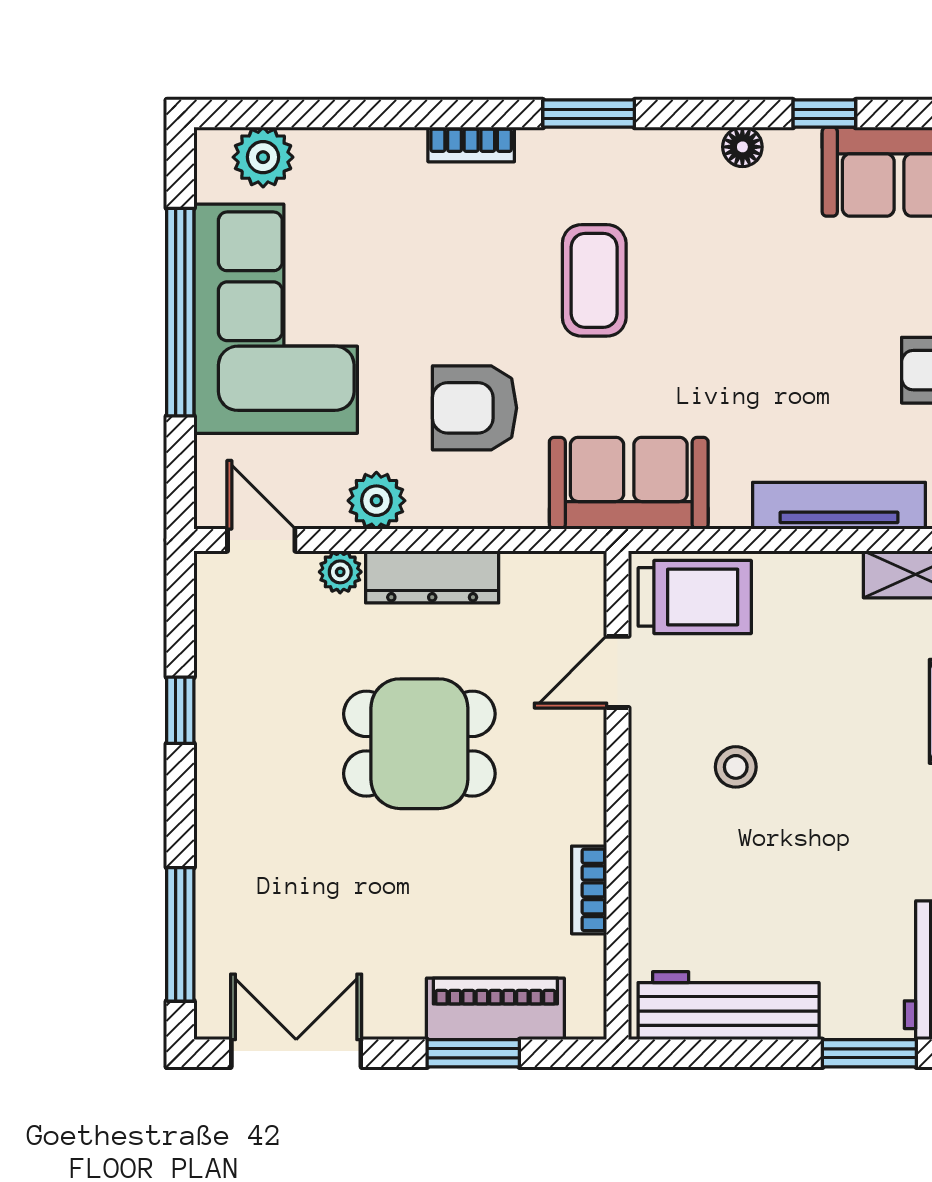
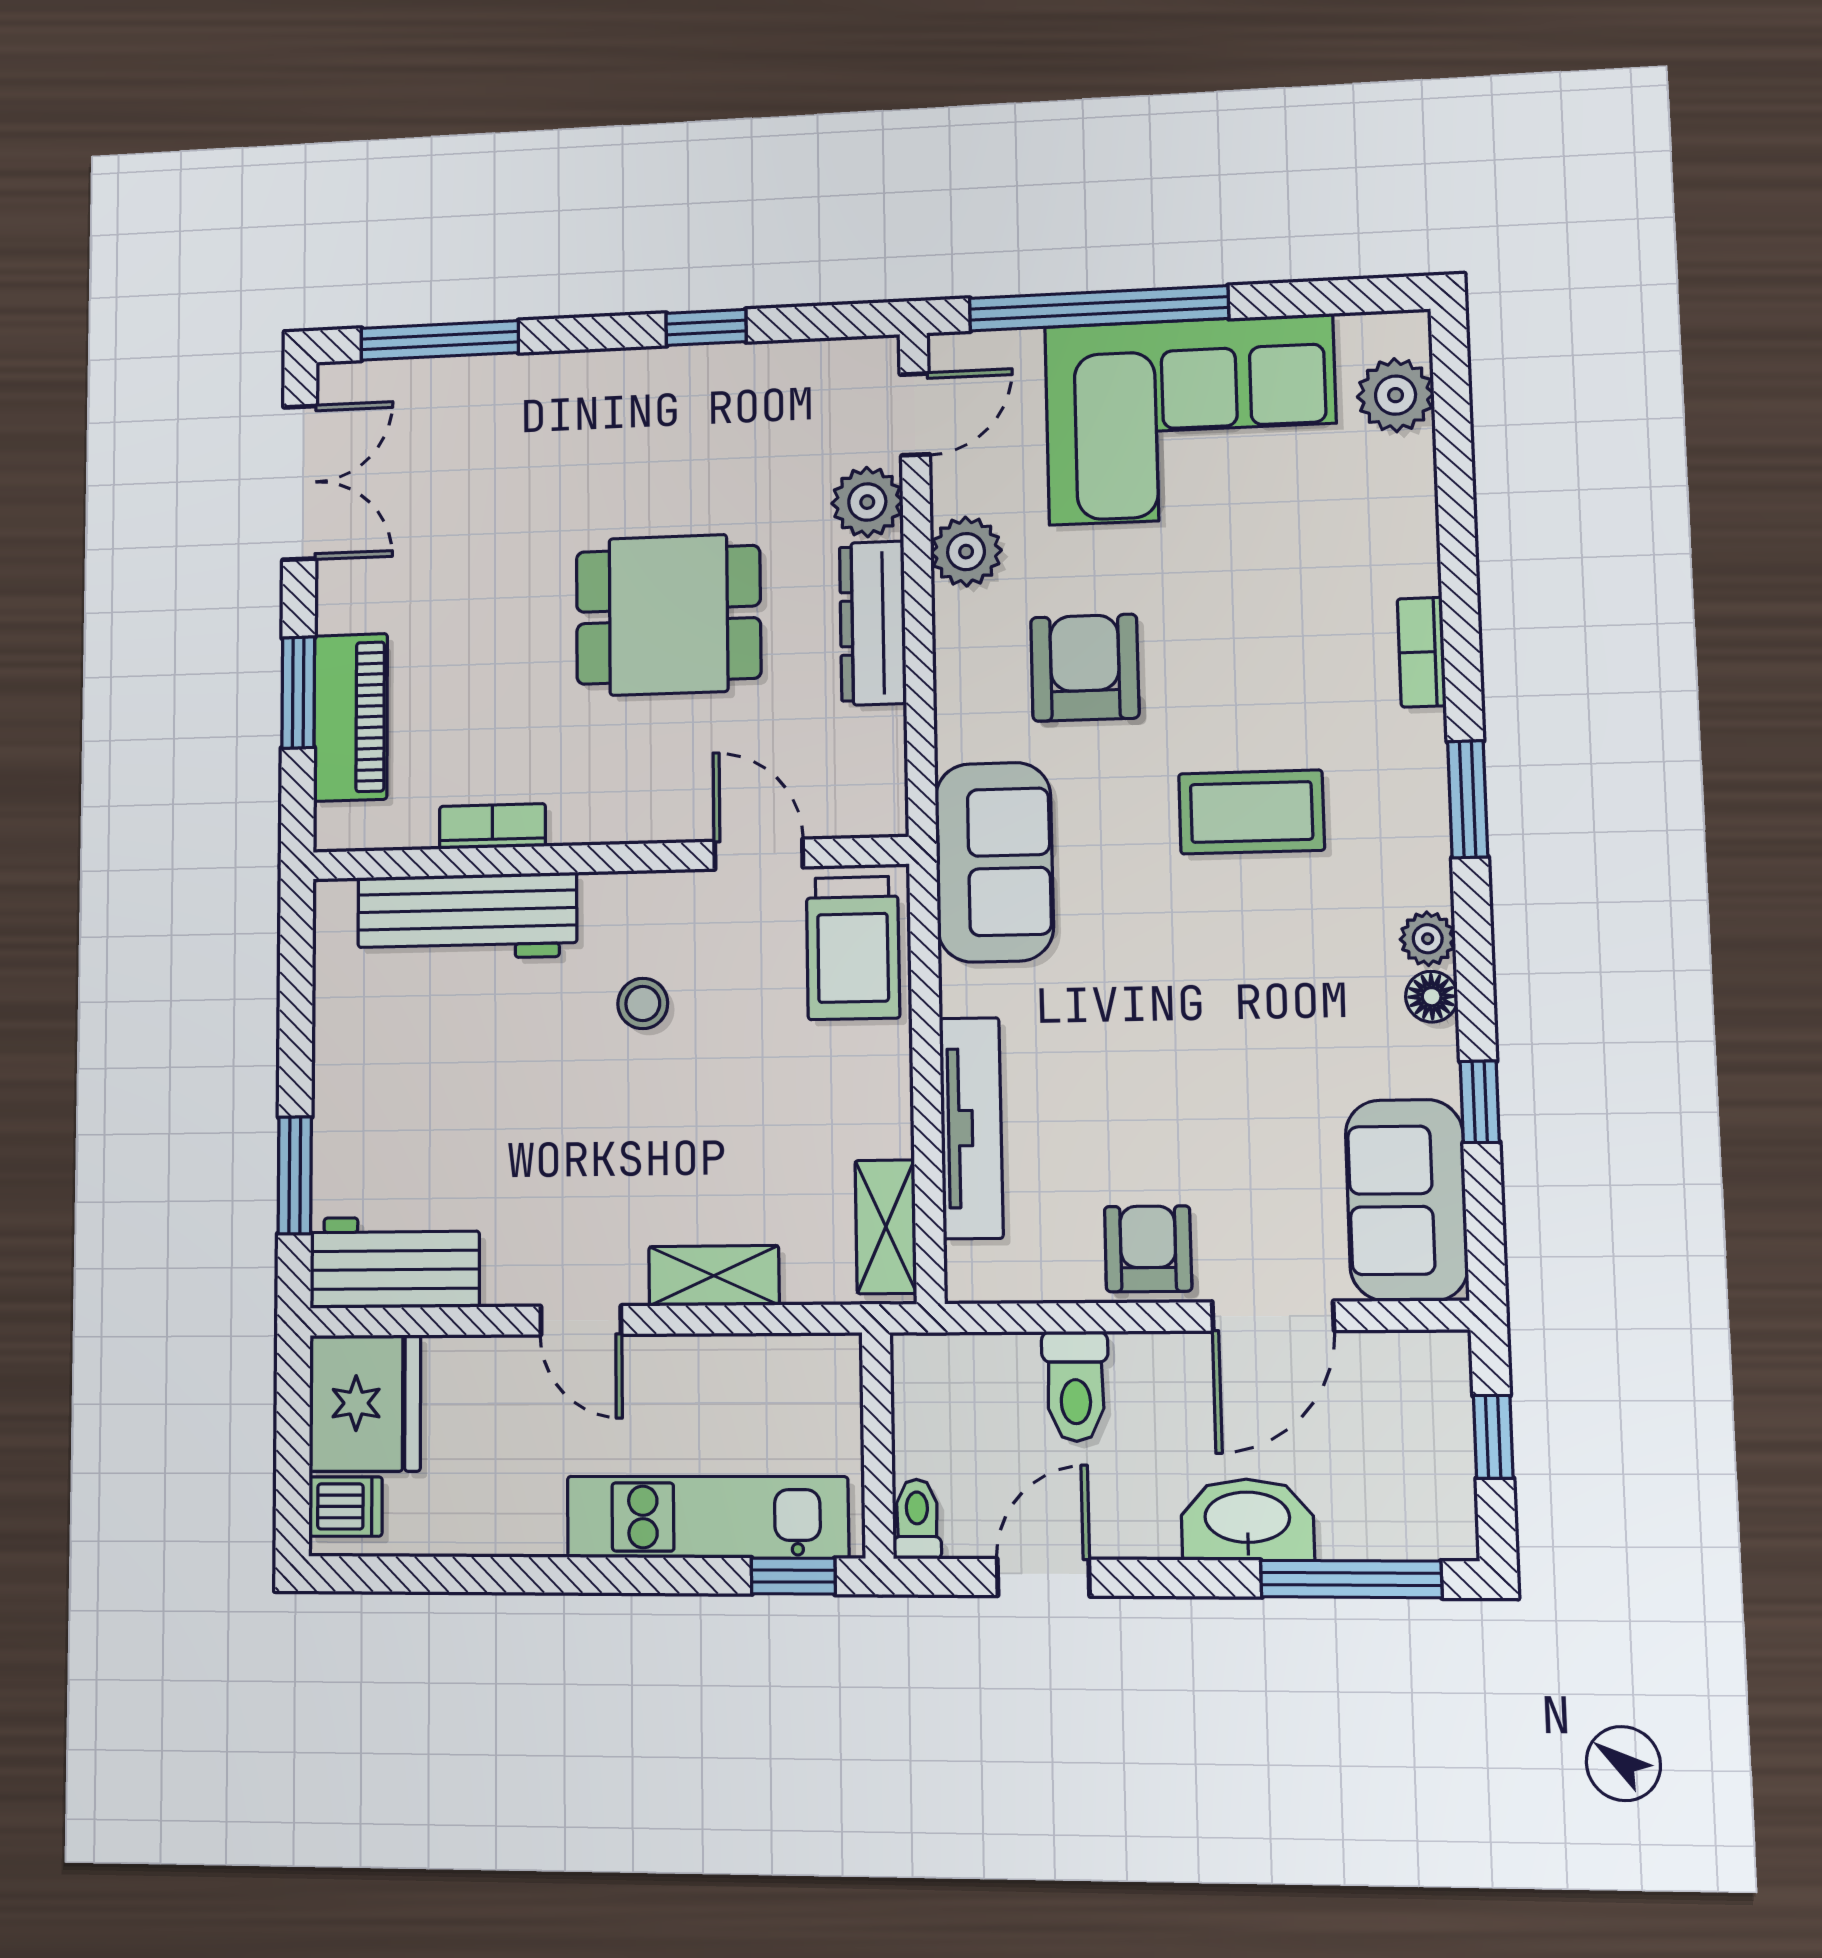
plant: (697, 148) -> (1428, 939), added
window: (180, 312) -> (1099, 308), moved
plant: (340, 572) -> (867, 502), width x1.38, depth x1.38
dining table: (419, 744) -> (668, 615), turned 90
workbench: (729, 1006) -> (467, 917), moved, turned 90

